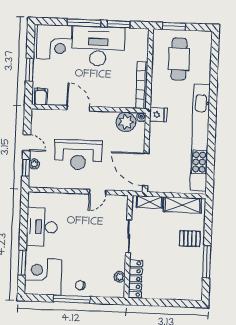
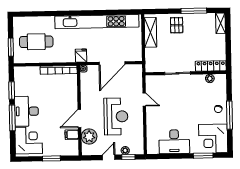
desk: (98, 46) -> (26, 111), width x0.73, depth x0.77
filing cabinet: (41, 97) -> (72, 135), moved
plant: (126, 122) -> (89, 137), moved
door: (146, 169) -> (112, 63), moved
shelving: (149, 202) -> (221, 23), moved

